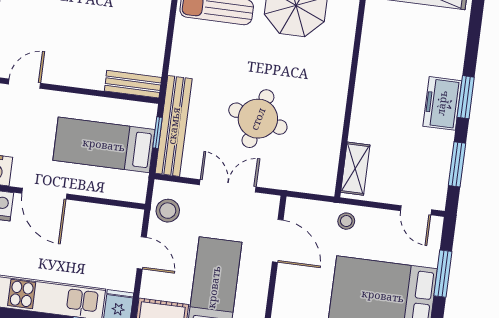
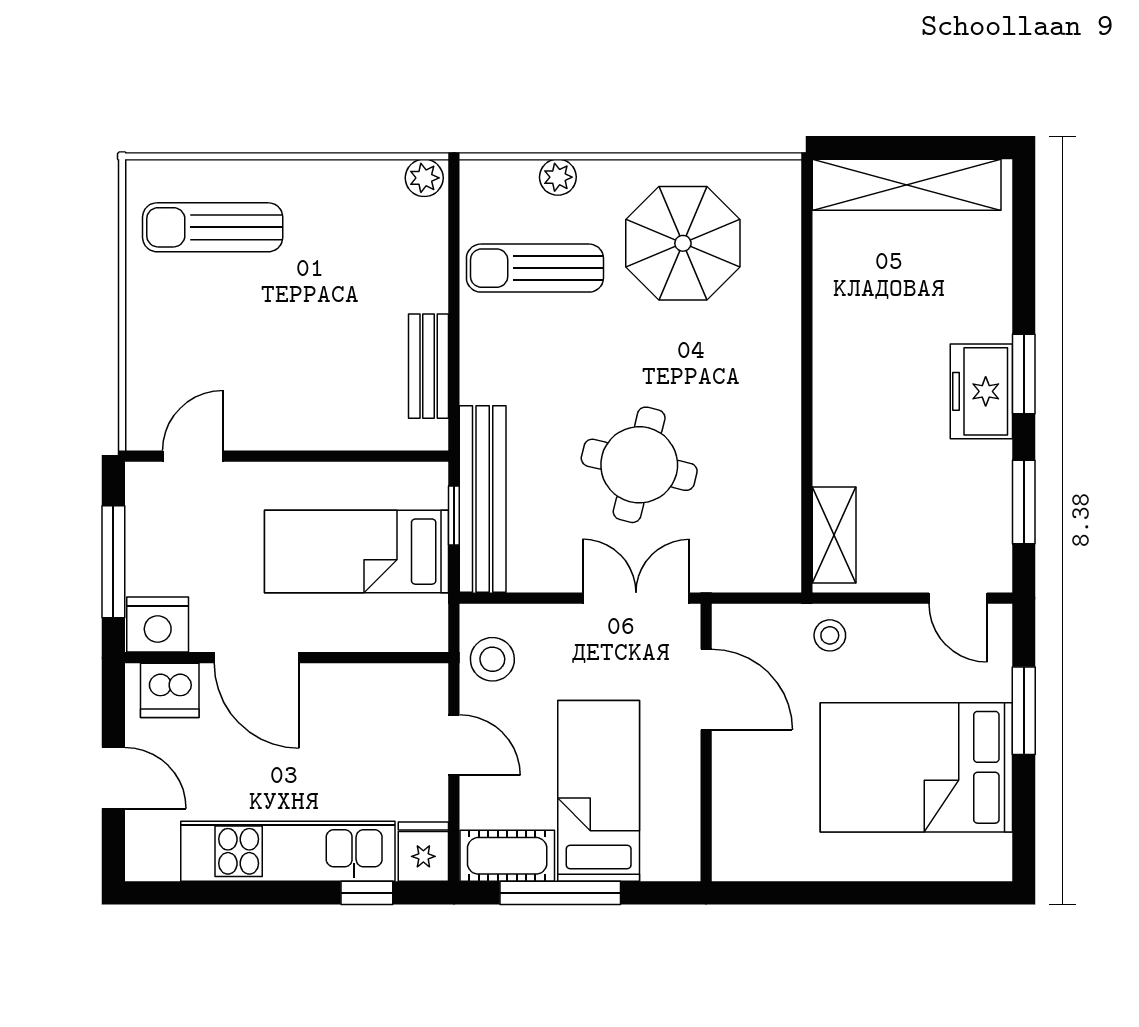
bench: (133, 84) -> (429, 366), moved, turned 90
double door: (228, 186) -> (636, 598), moved

